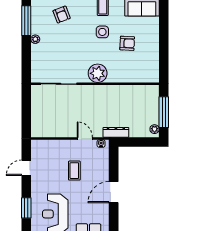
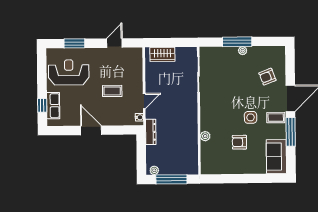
window: (26, 21) -> (237, 42), moved
armchair: (127, 43) -> (239, 142), turned 87
plant: (98, 73) -> (205, 136), moved, width x0.53, depth x0.53
wardrobe: (38, 120) -> (162, 54), added
door: (26, 168) -> (114, 43), hinge flipped

